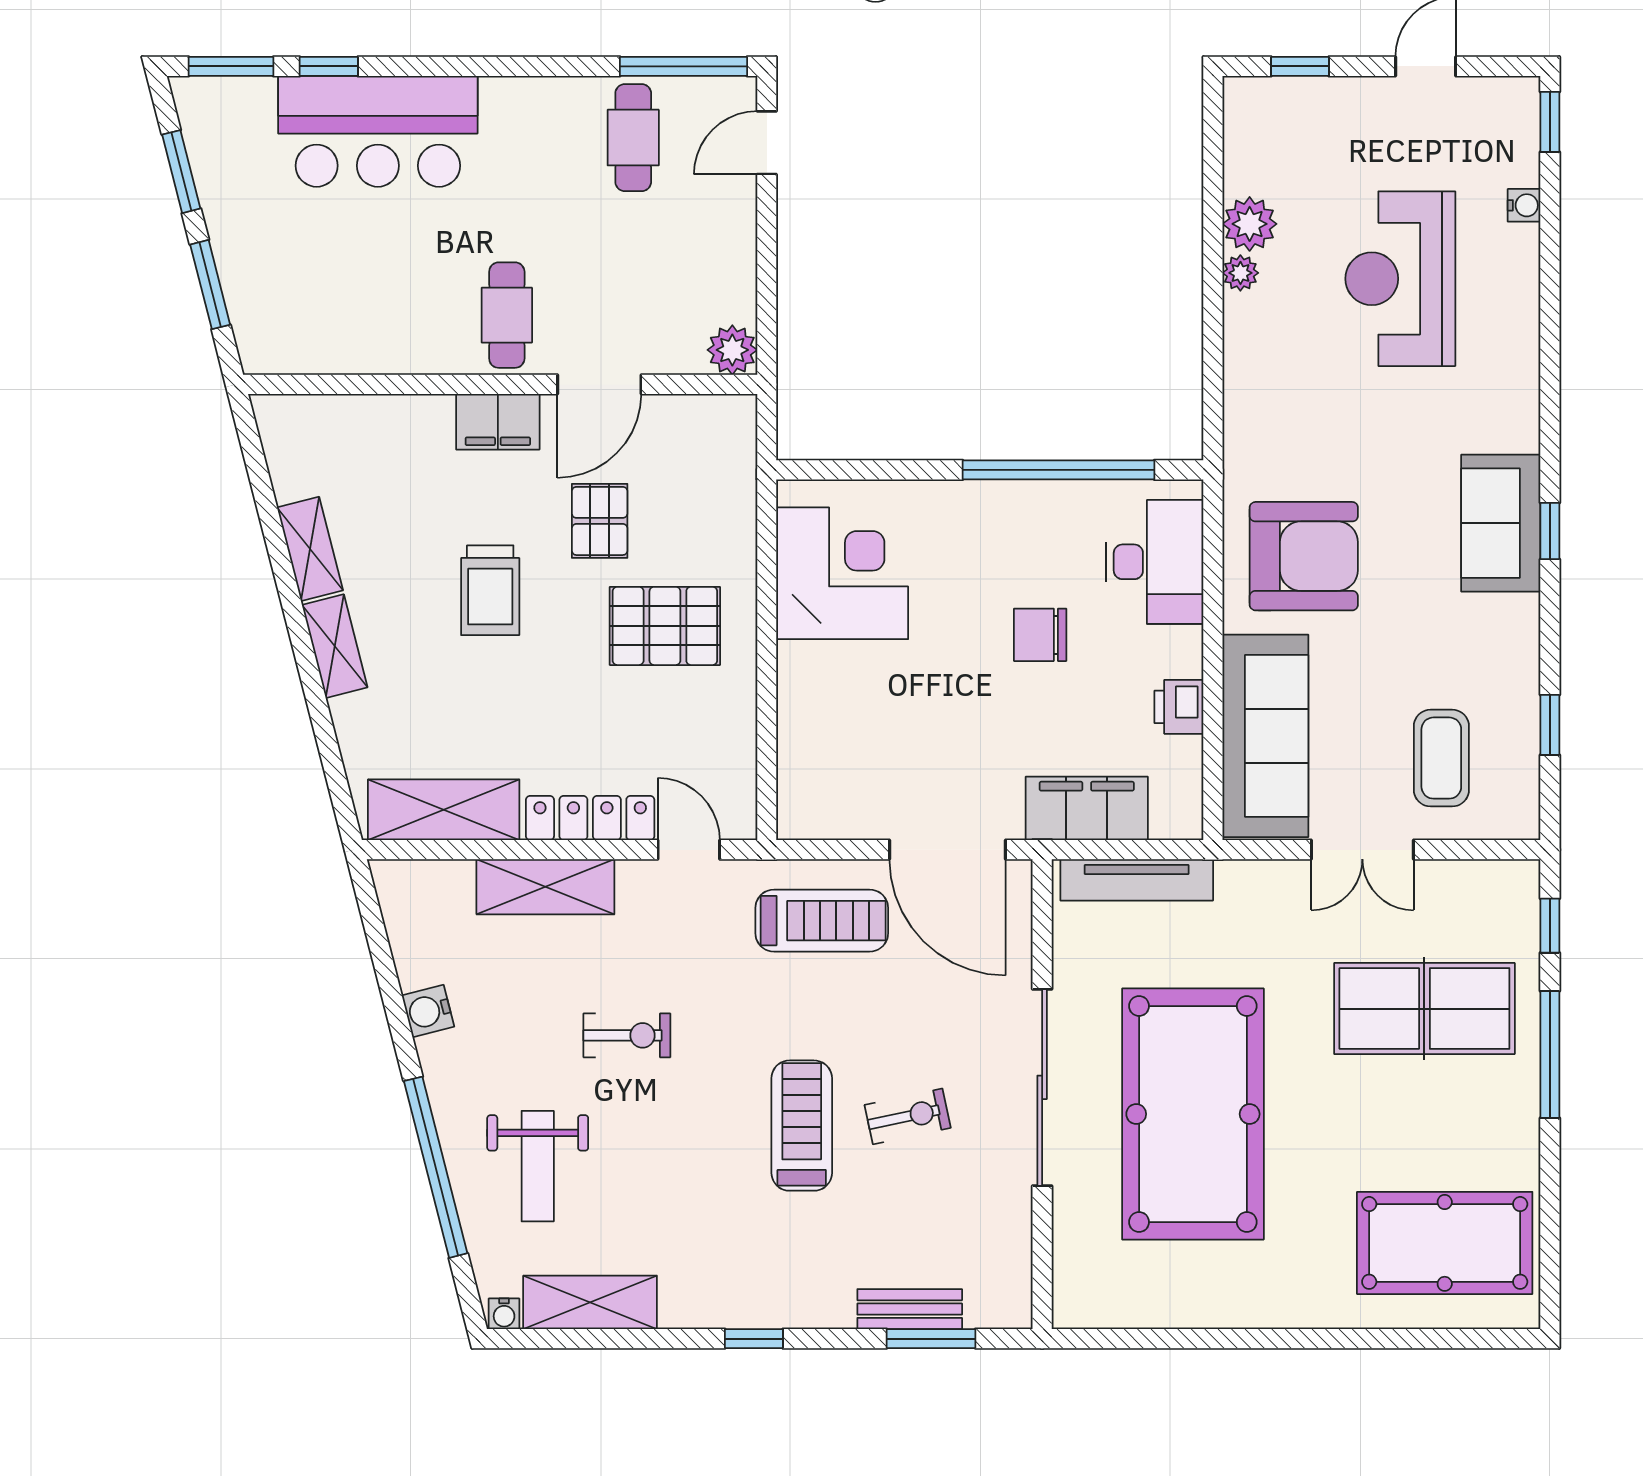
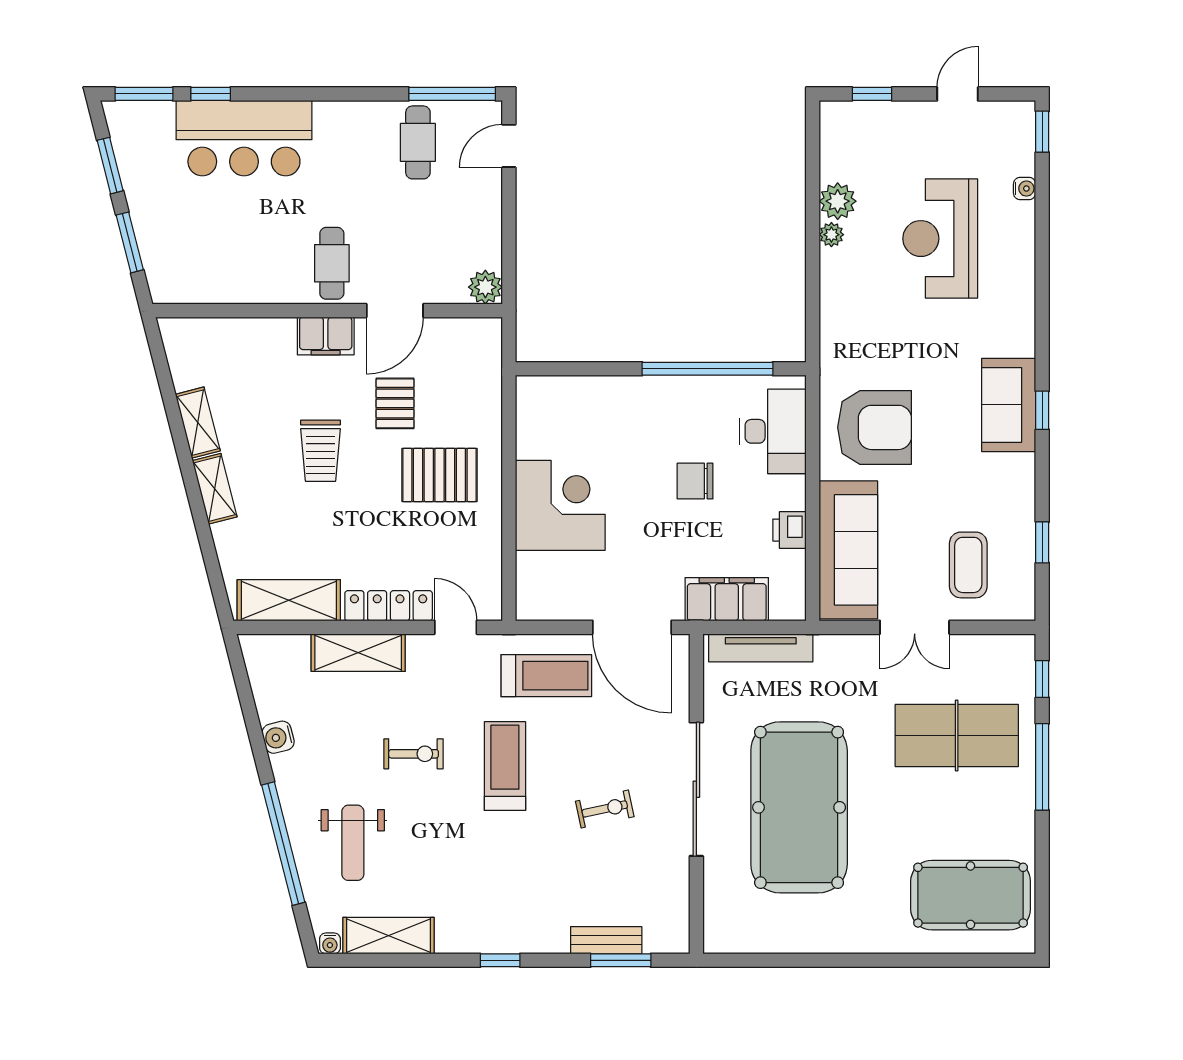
corner desk: (842, 573) -> (560, 505), moved
treadmill: (802, 1126) -> (505, 766), moved

